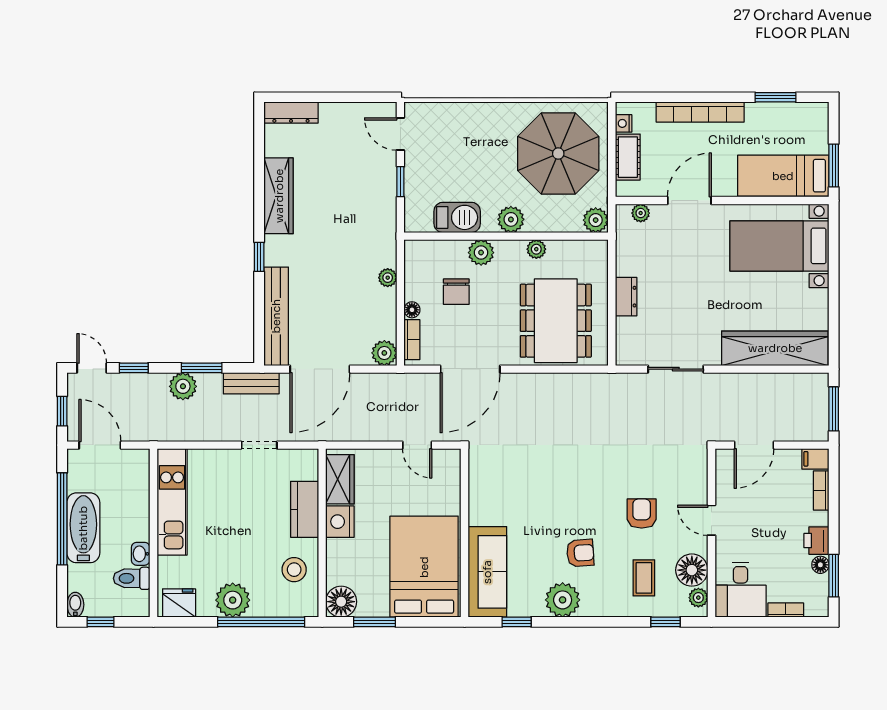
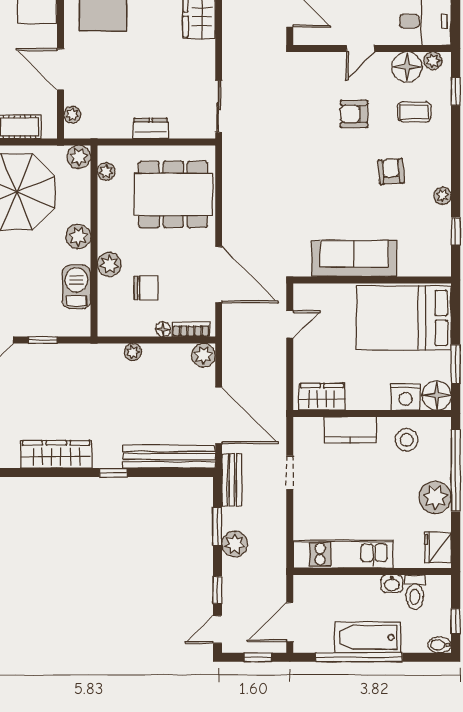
plant: (536, 249) -> (106, 172), moved
sliding door: (676, 369) -> (219, 106), moved
nightstand: (340, 522) -> (405, 397), moved
sofa: (487, 572) -> (354, 259), moved
plant: (563, 600) -> (443, 196), width x0.53, depth x0.53

